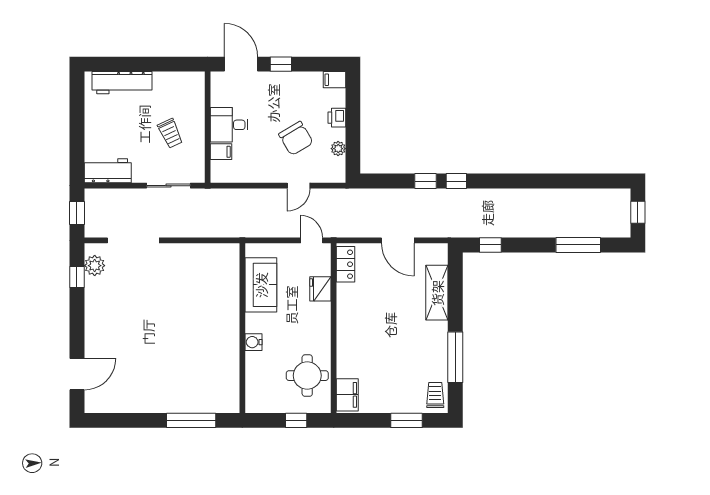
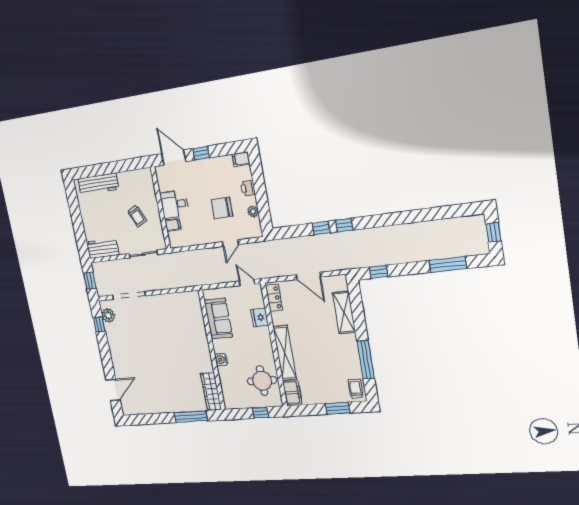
chair: (296, 138) -> (222, 208), turned 121
shelving: (347, 340) -> (285, 353), added
wardrobe: (229, 386) -> (211, 392), added

